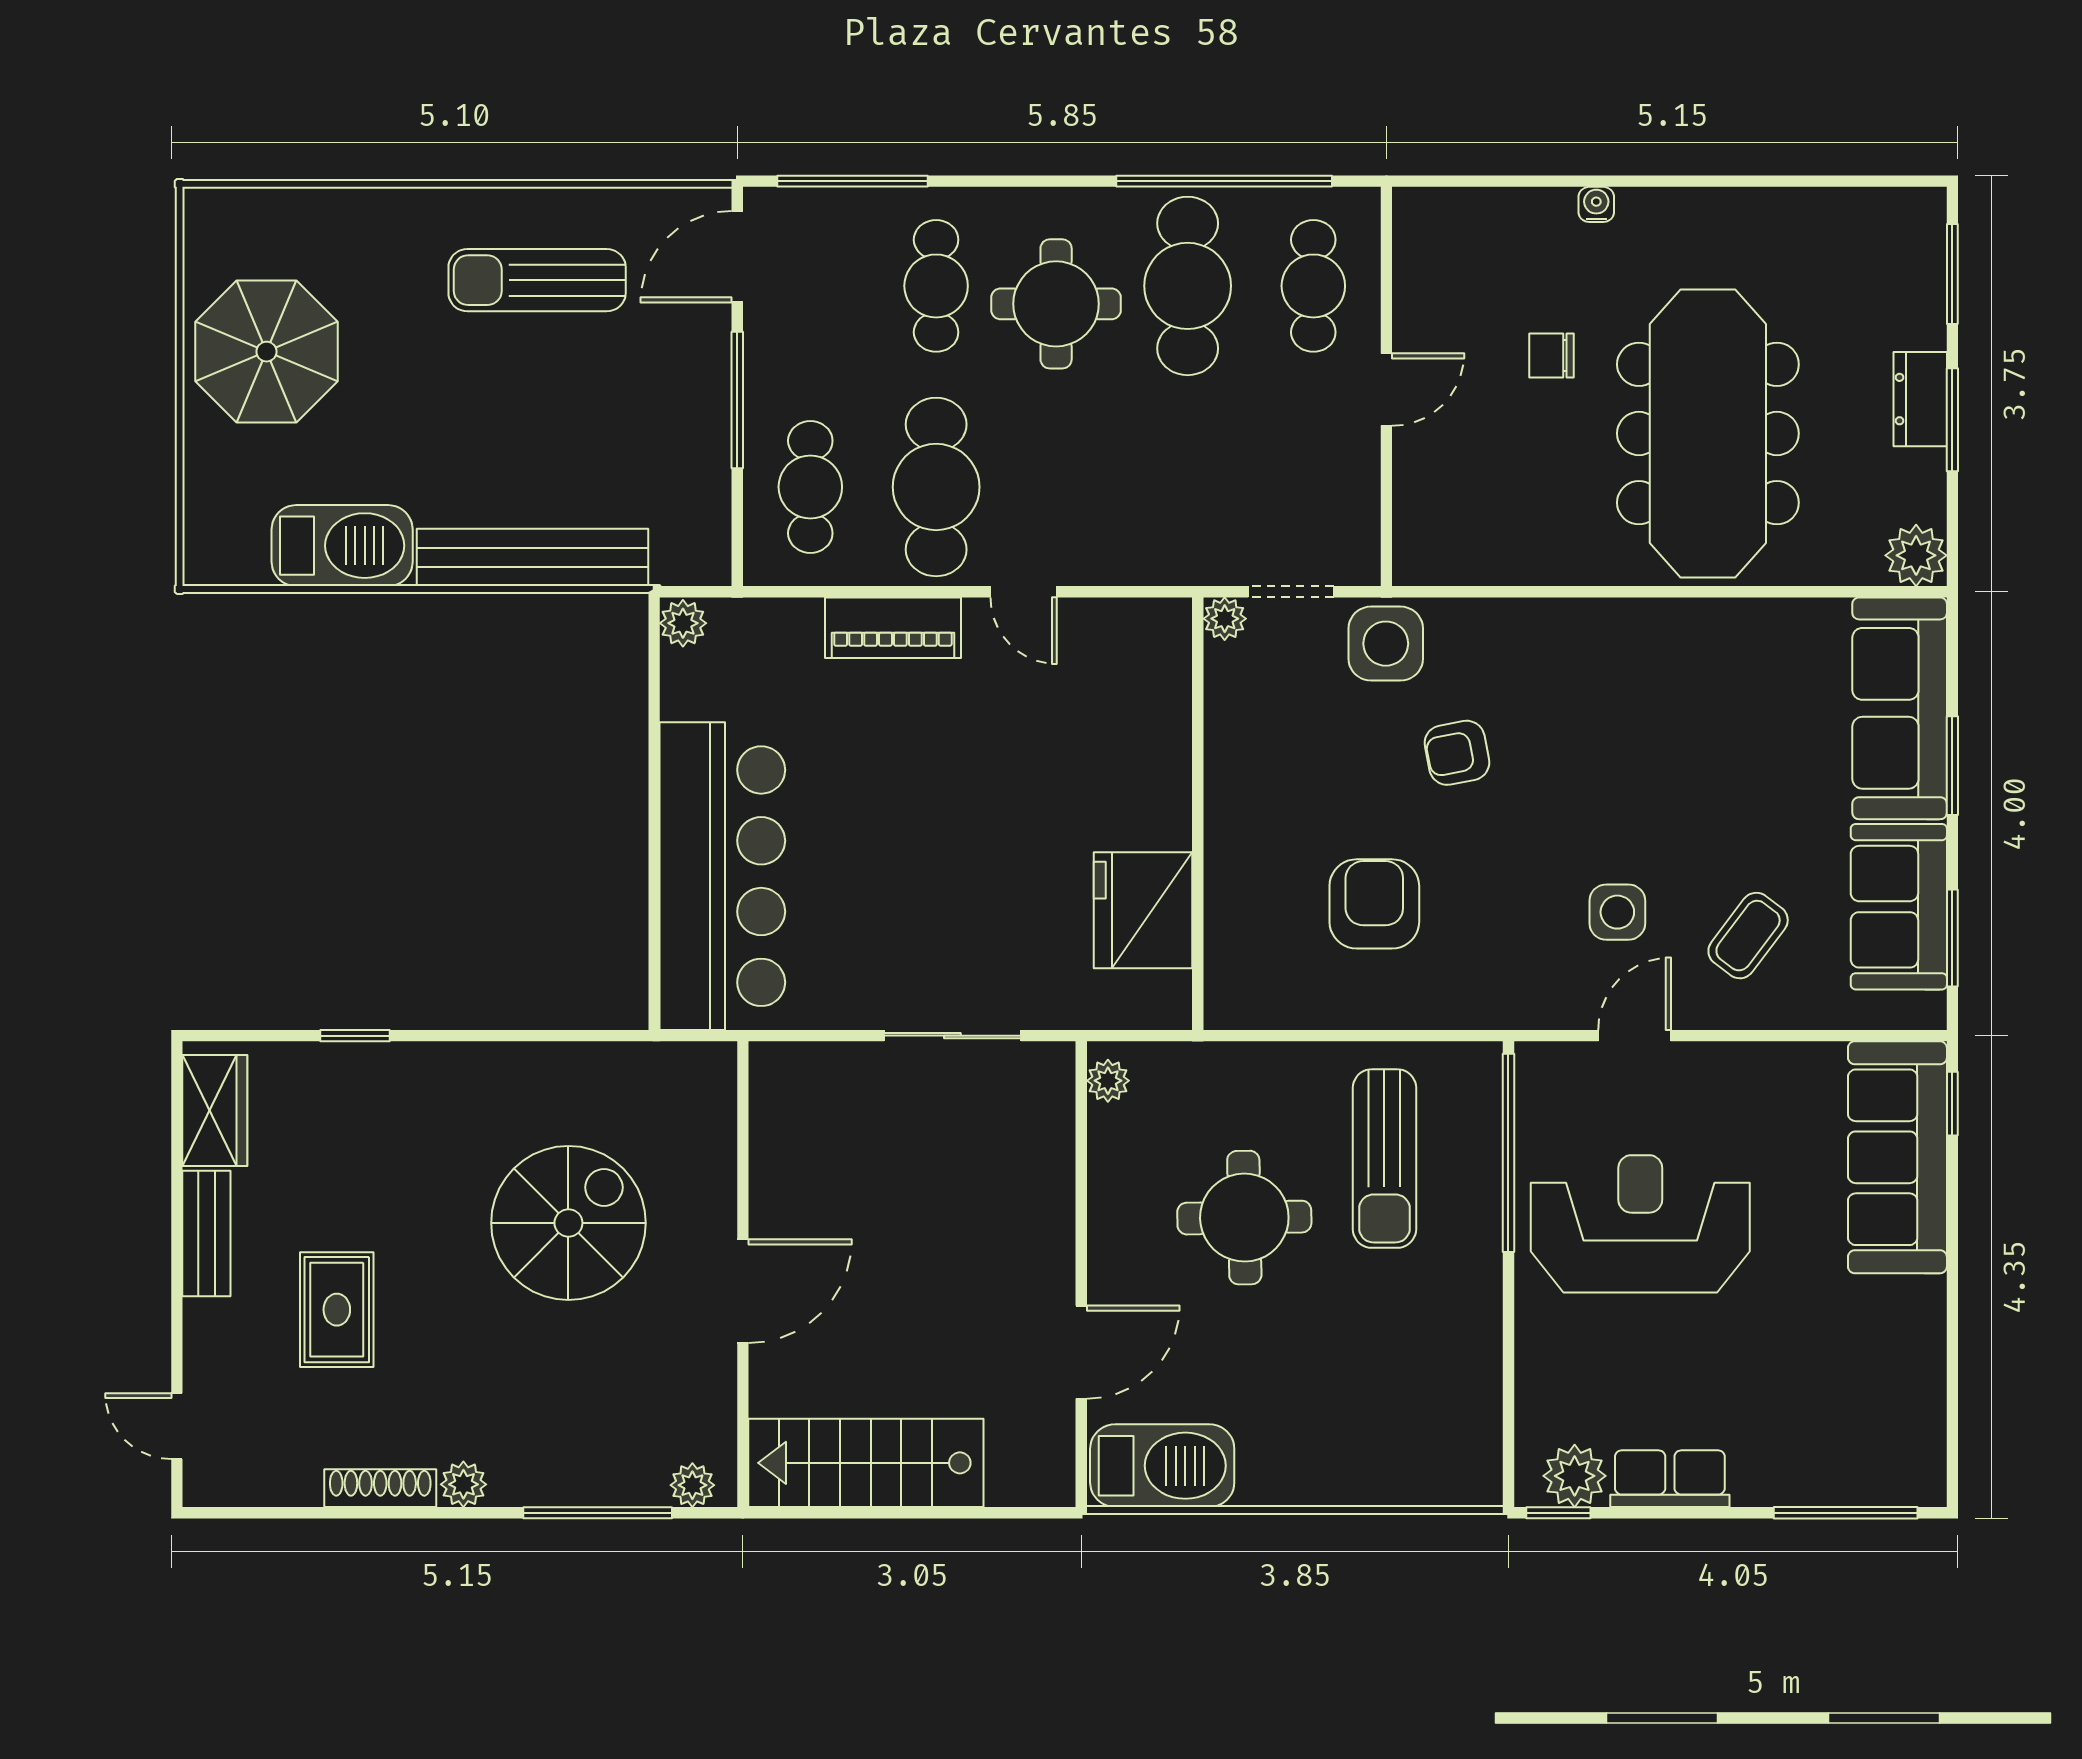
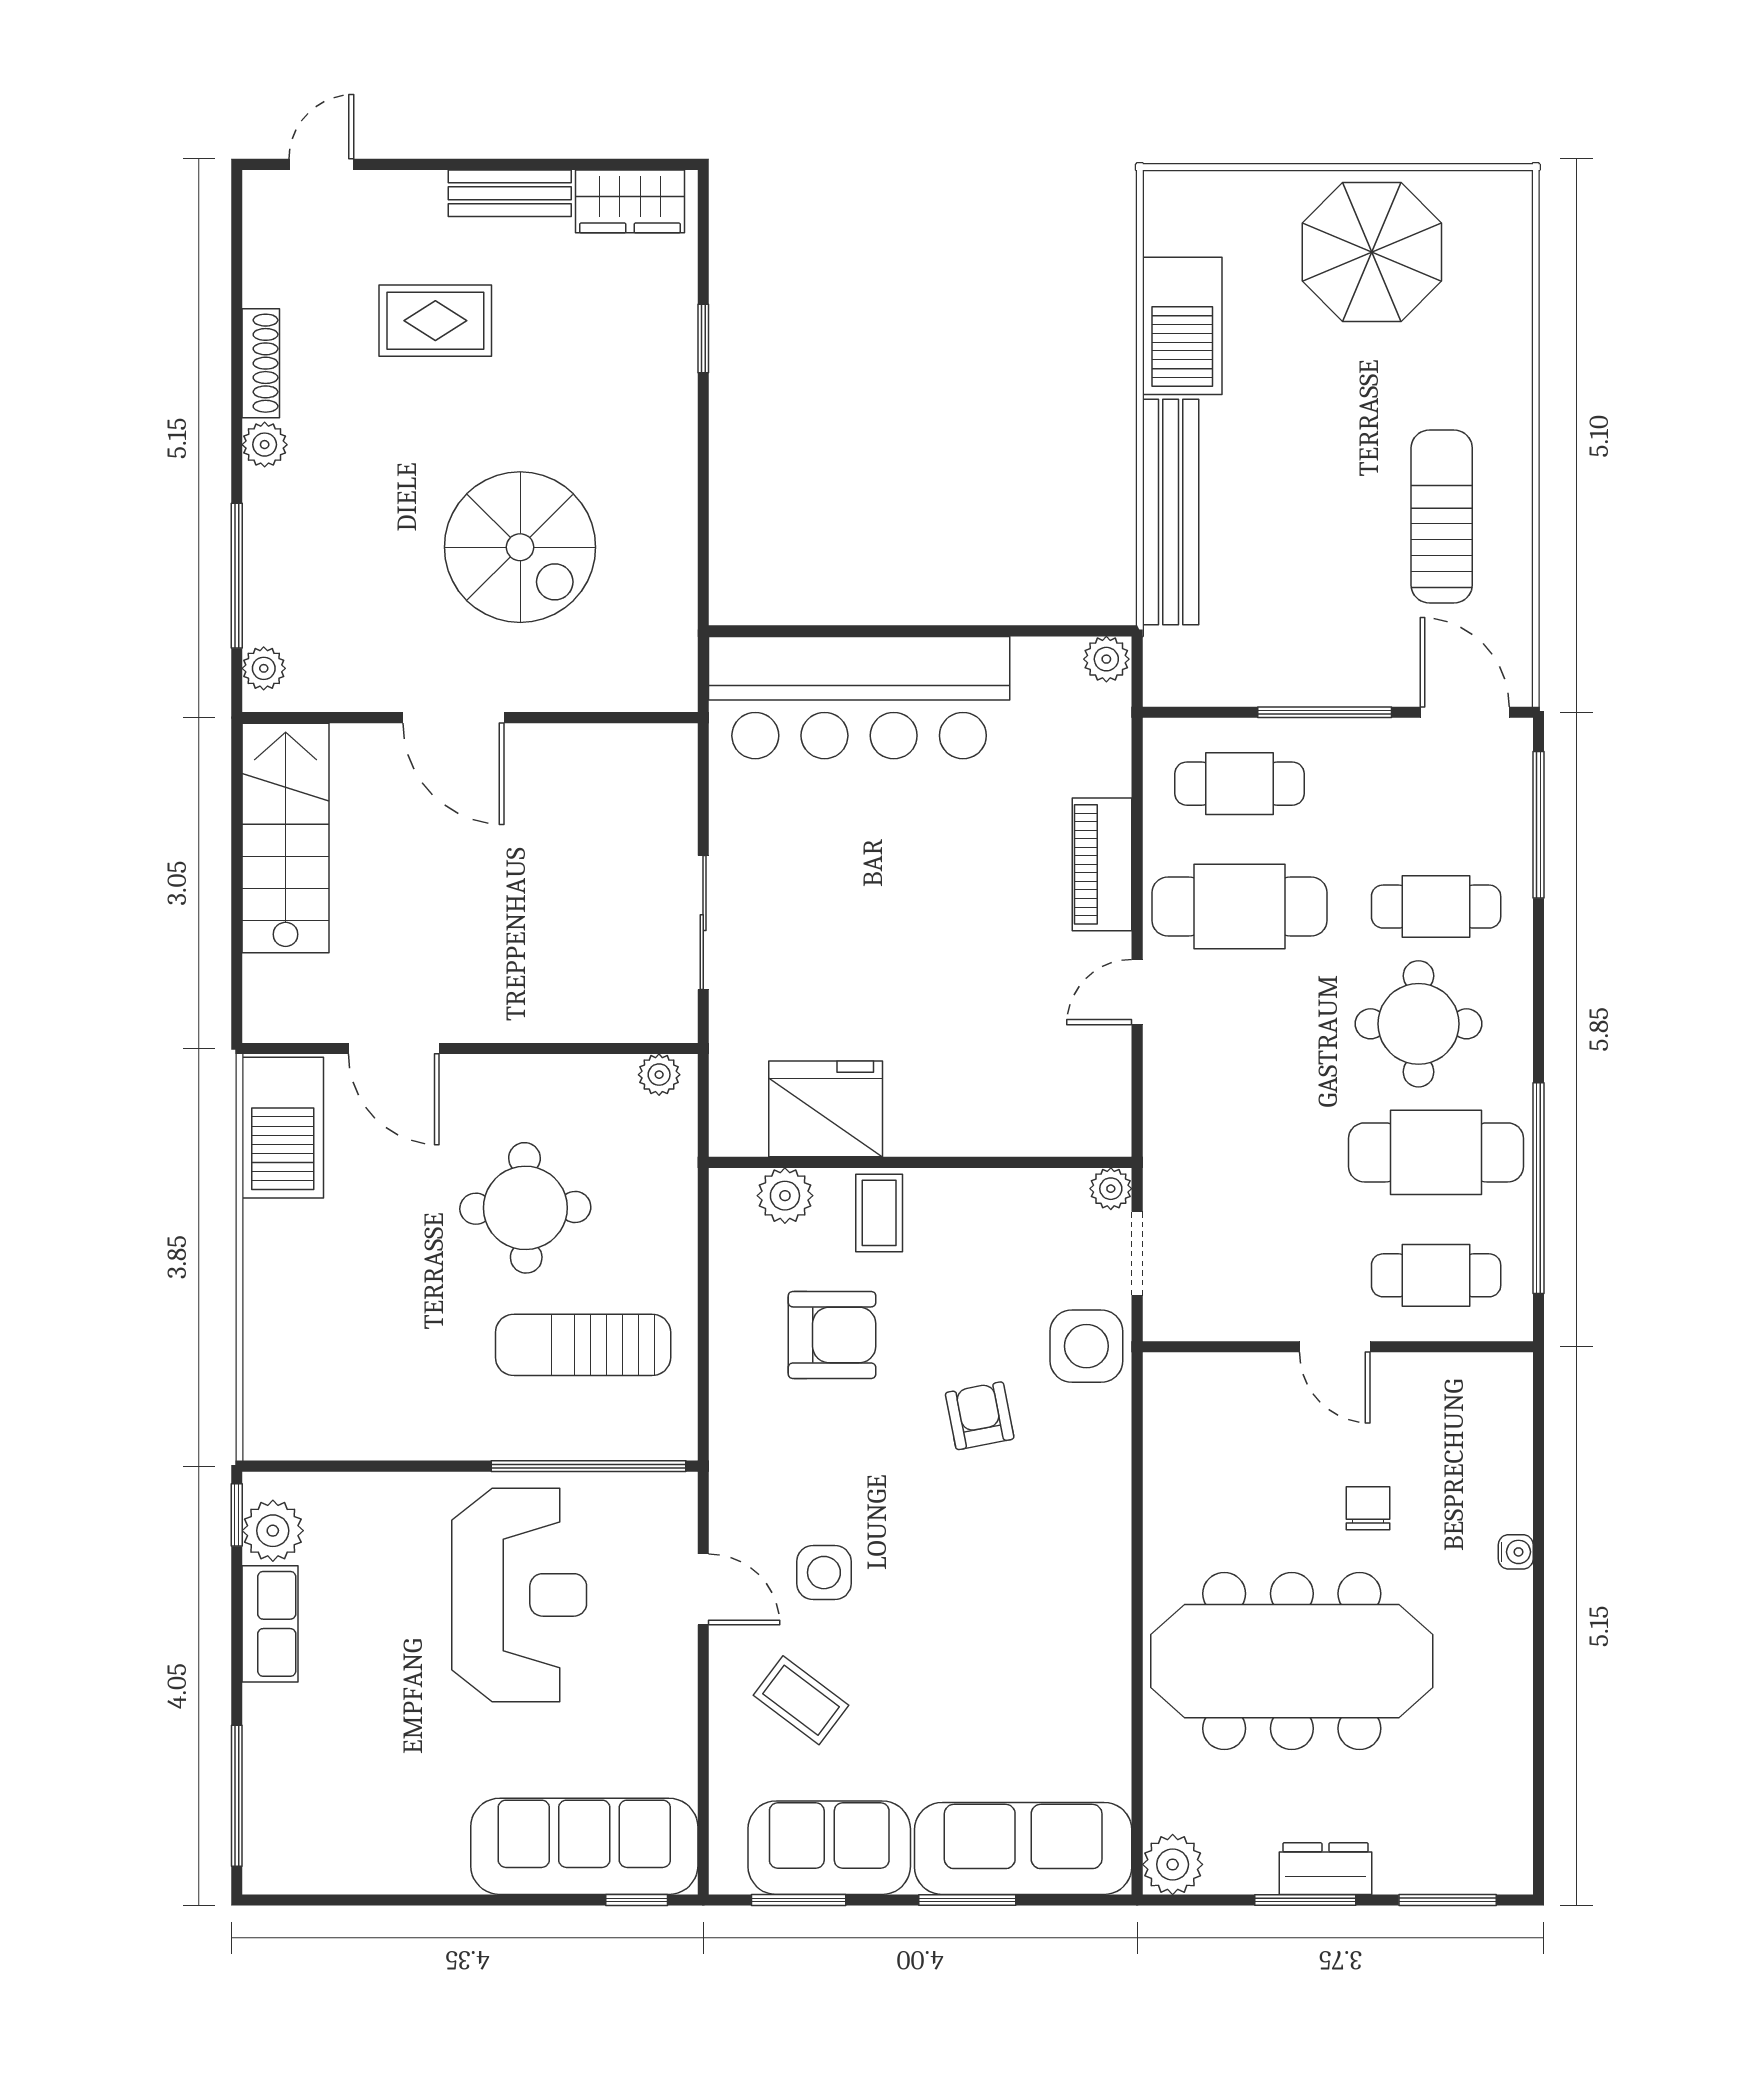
coffee table: (1249, 856) -> (879, 1213), added
plant: (1232, 952) -> (785, 1196), added

